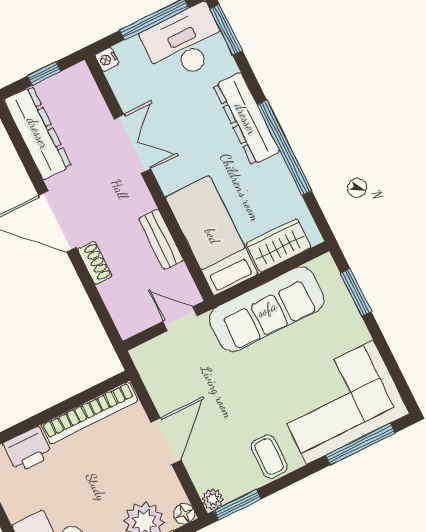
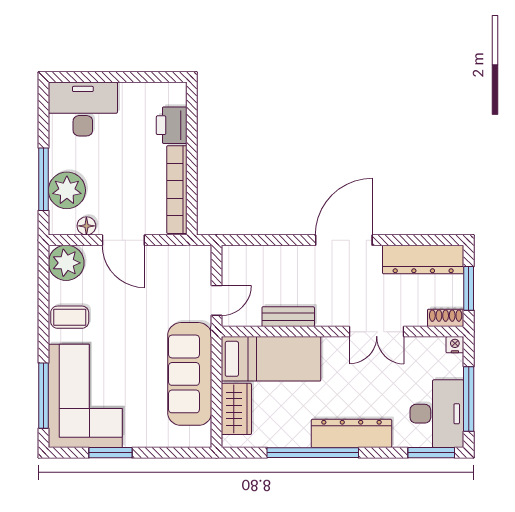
window: (44, 73) -> (469, 288), width x1.50
shoe rack: (95, 263) -> (446, 318), moved, turned 180
window: (356, 292) -> (111, 453), moved
plant: (213, 499) -> (66, 263), width x1.87, depth x1.87
window: (237, 505) -> (43, 272), removed
floor lamp: (184, 514) -> (86, 226), moved

